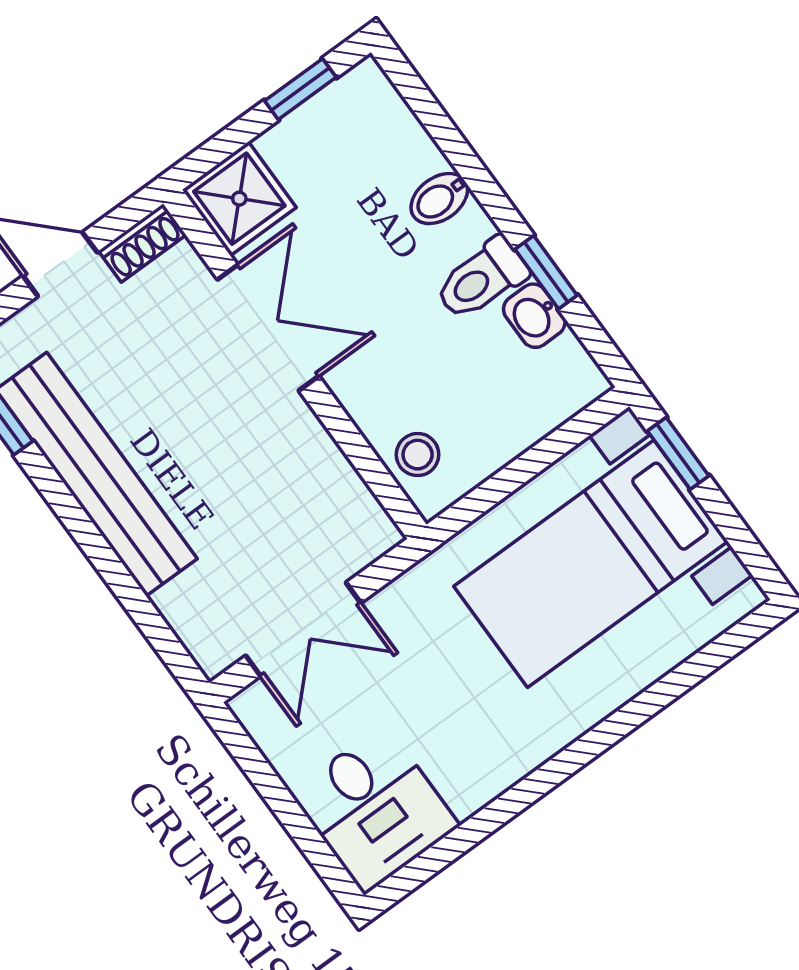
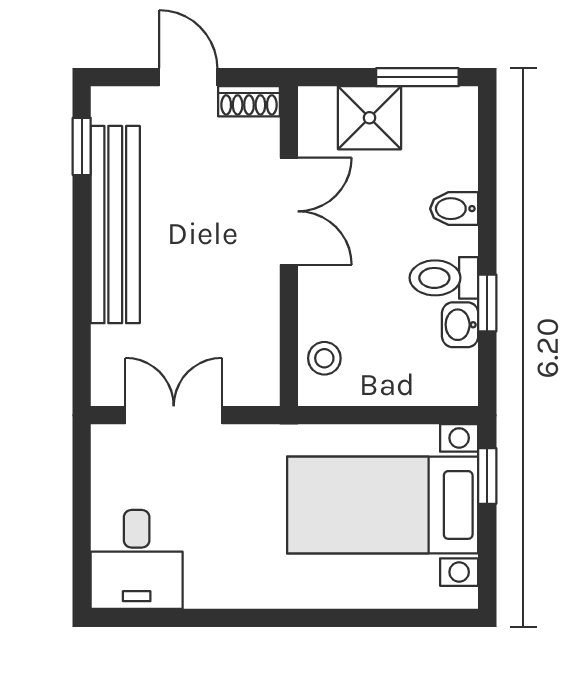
window: (300, 89) -> (417, 77), width x1.50
shower: (239, 199) -> (369, 118), moved
double door: (303, 629) -> (174, 415), swing flipped

